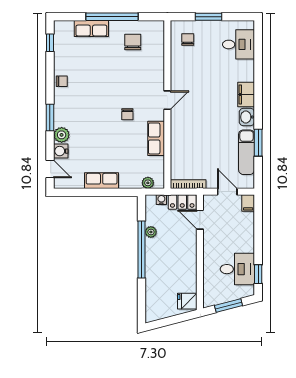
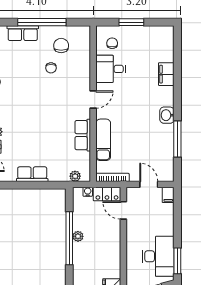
desk: (239, 44) -> (111, 69), moved, turned 180
filing cabinet: (246, 94) -> (166, 74), moved
chair: (127, 114) -> (51, 68), moved
window: (258, 143) -> (177, 139), width x1.44
exam couch: (247, 152) -> (103, 140), moved, turned 180
plant: (151, 232) -> (78, 236), moved
desk: (237, 269) -> (158, 256), width x1.37
window: (258, 274) -> (177, 261), width x1.50

